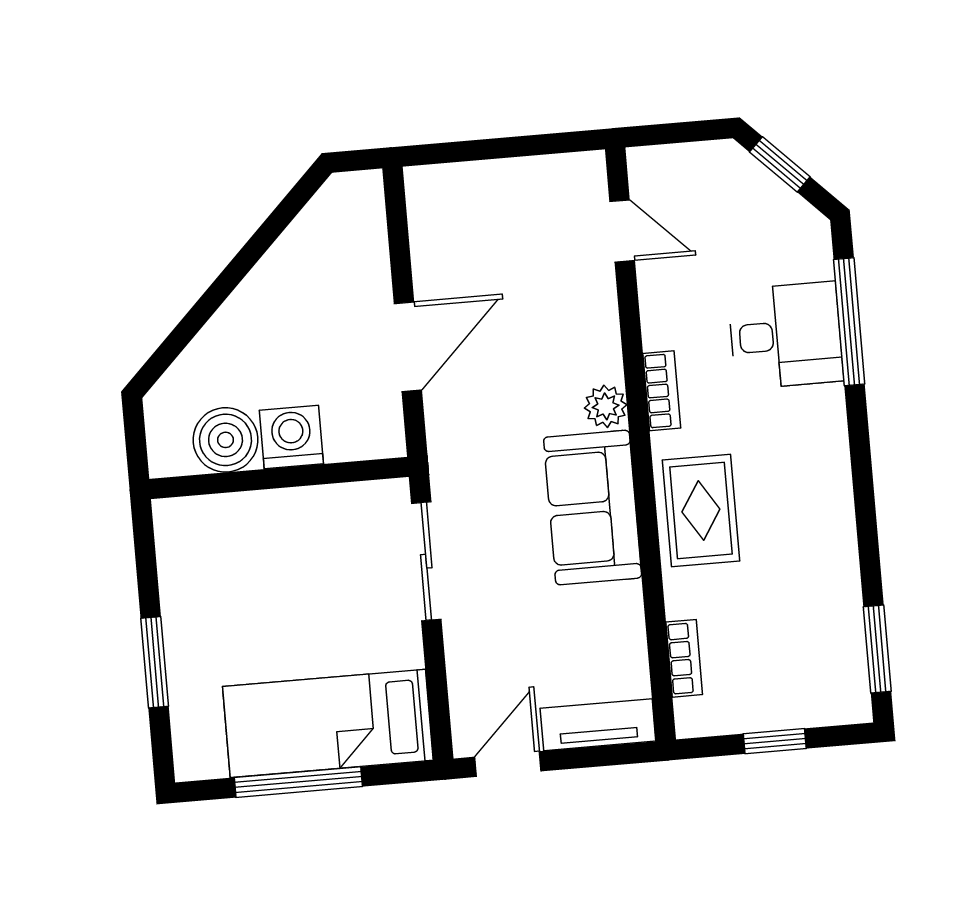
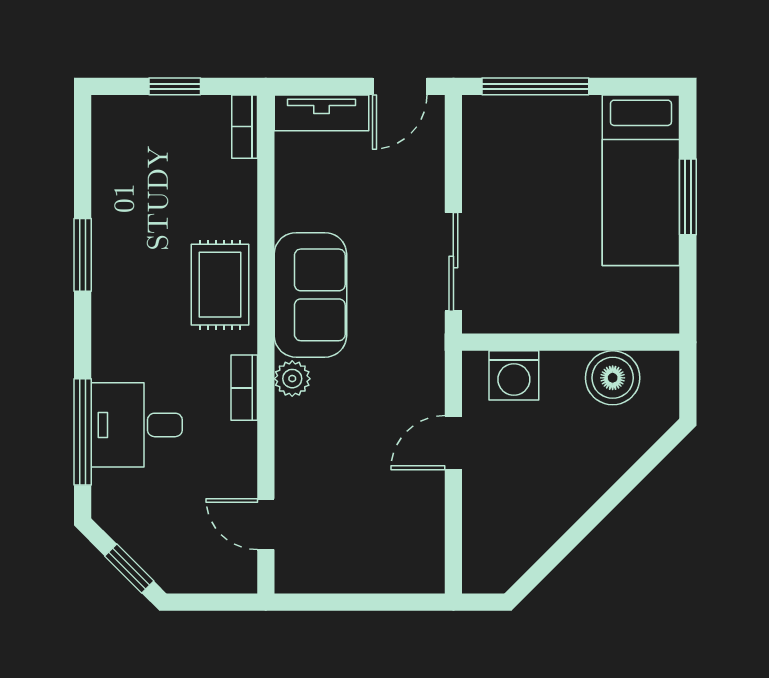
door: (408, 347) -> (453, 443), width x0.73
washing machine: (291, 437) -> (514, 375), moved
window: (877, 649) -> (83, 255), moved
bookcase: (684, 658) -> (245, 127), moved
bed: (328, 723) -> (641, 180), moved, turned 90
window: (298, 782) -> (535, 86), moved

